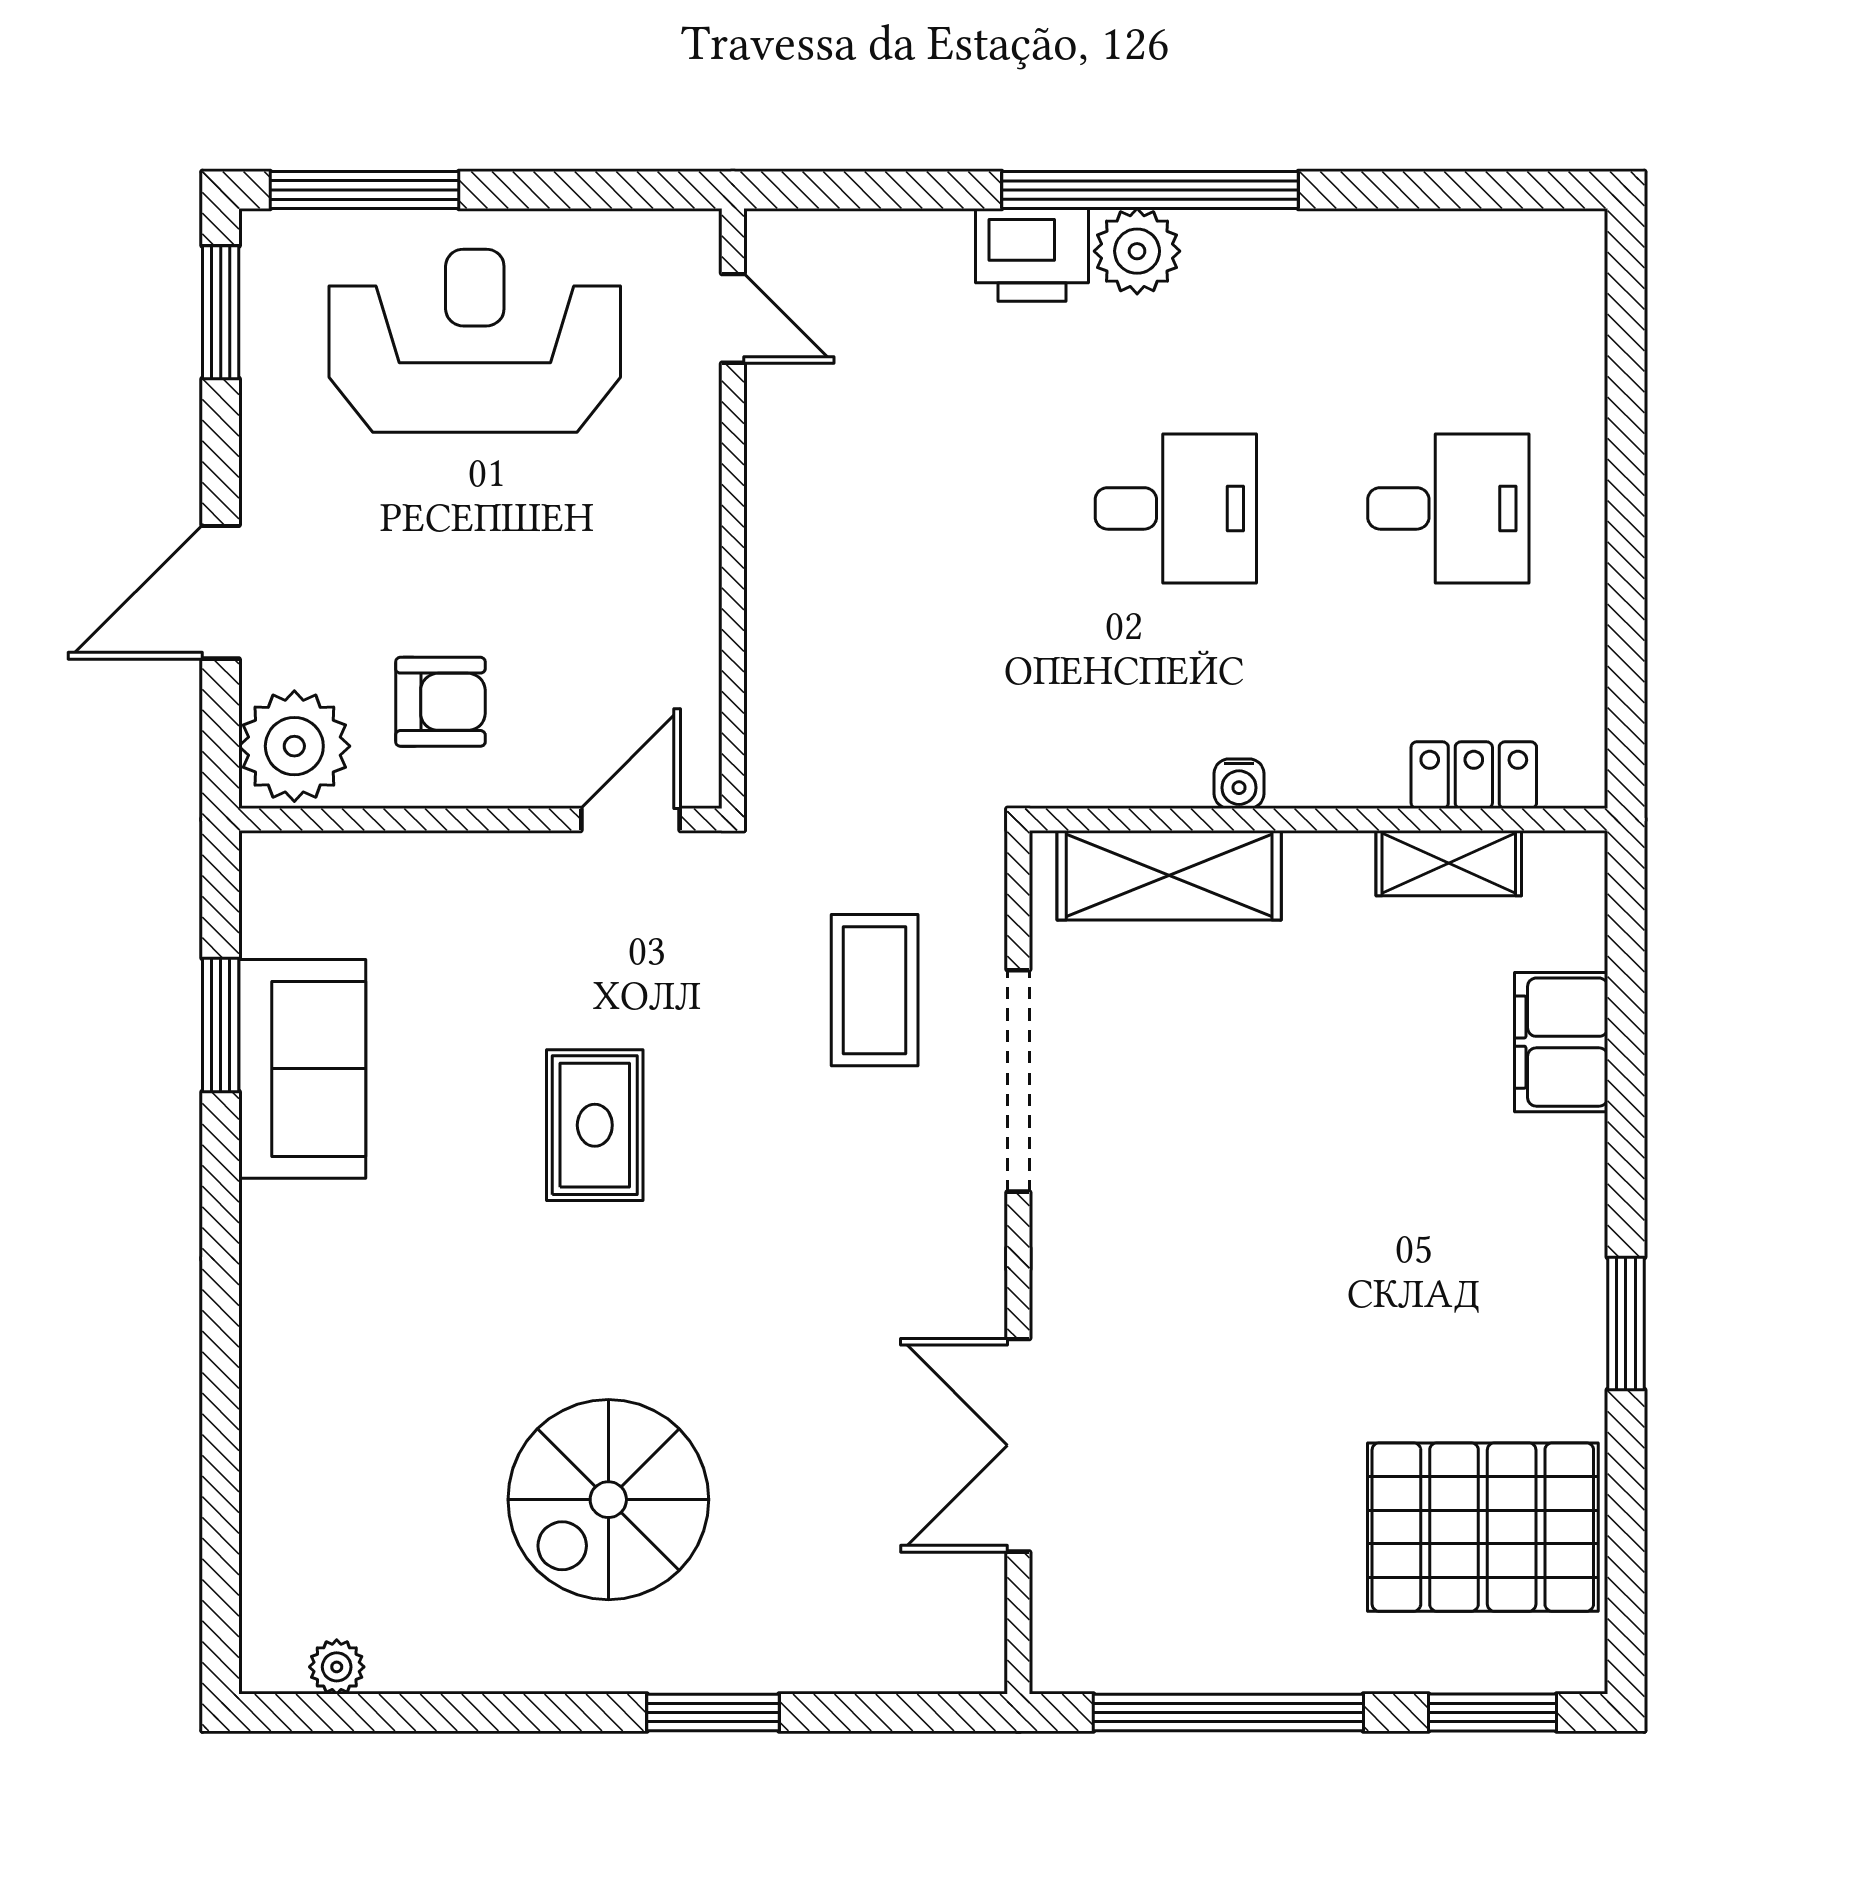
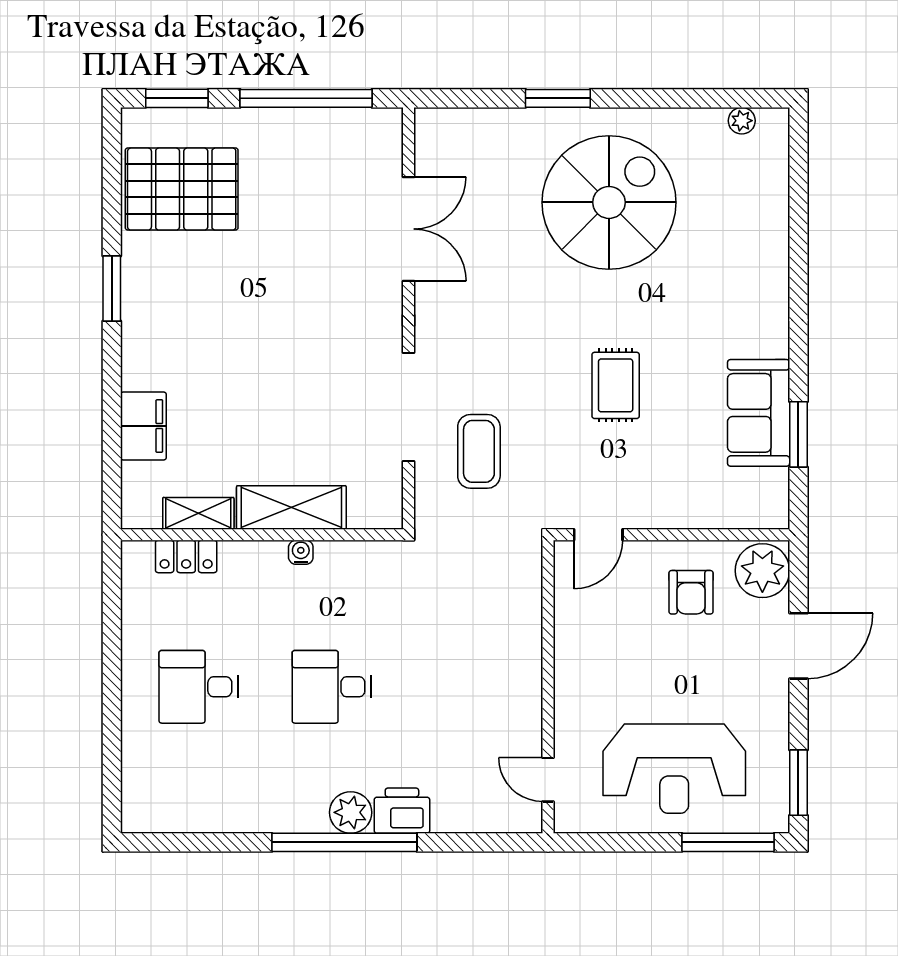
armchair: (440, 702) -> (691, 592), turned -90
shelving: (1169, 875) -> (291, 508), moved
spiral stairs: (608, 1500) -> (609, 202), width x1.37, depth x1.37

